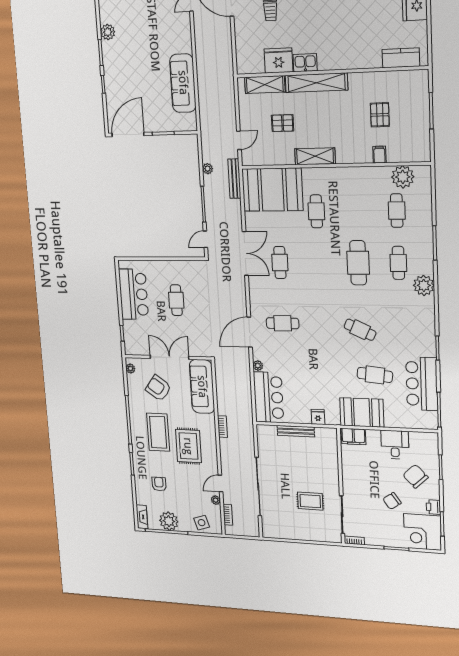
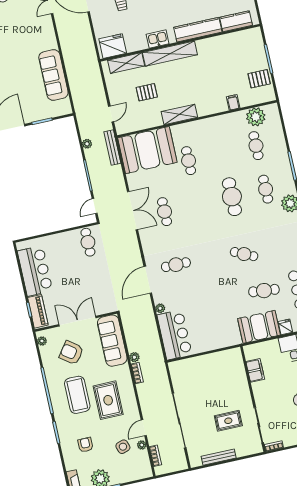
fridge: (278, 60) -> (113, 46), moved
kitchen counter: (354, 60) -> (198, 30), added
pallet: (380, 115) -> (259, 79), moved, turned 90
cafe table: (176, 300) -> (88, 242), moved
piano: (131, 337) -> (38, 311), added
plant: (222, 410) -> (134, 357), added
fridge: (318, 417) -> (285, 327), moved
bench: (296, 431) -> (219, 457), moved
filing cabinet: (353, 437) -> (255, 370), moved, turned -90
side table: (202, 523) -> (123, 447), moved

